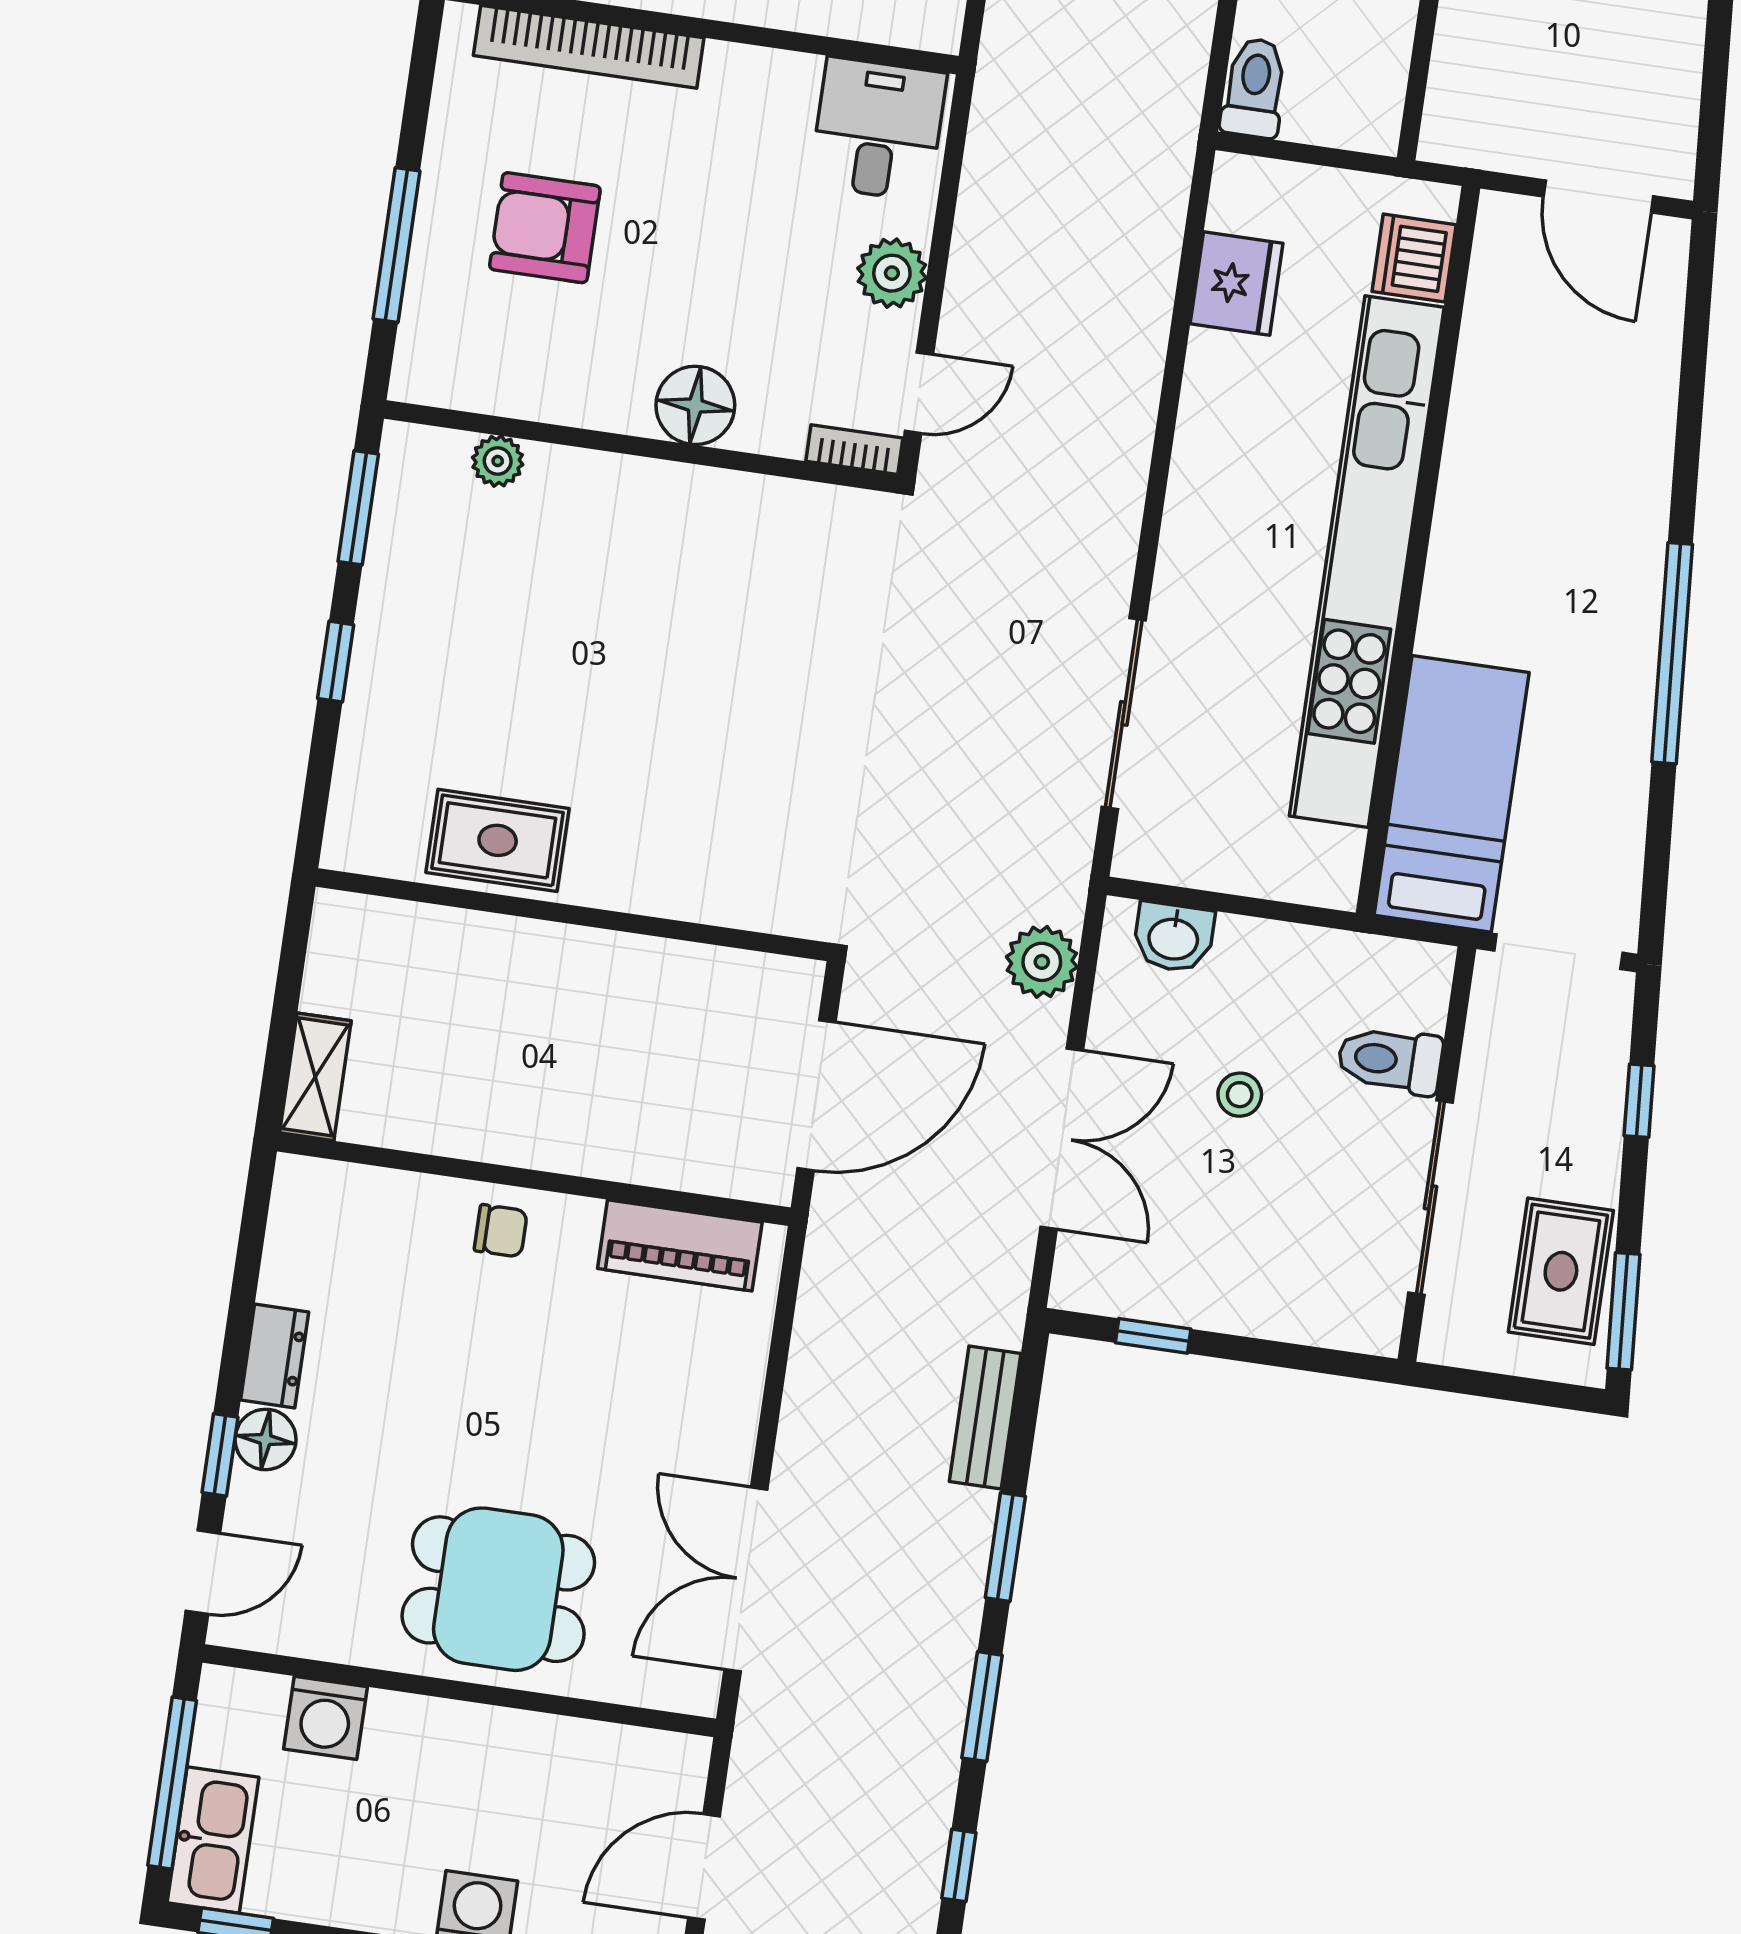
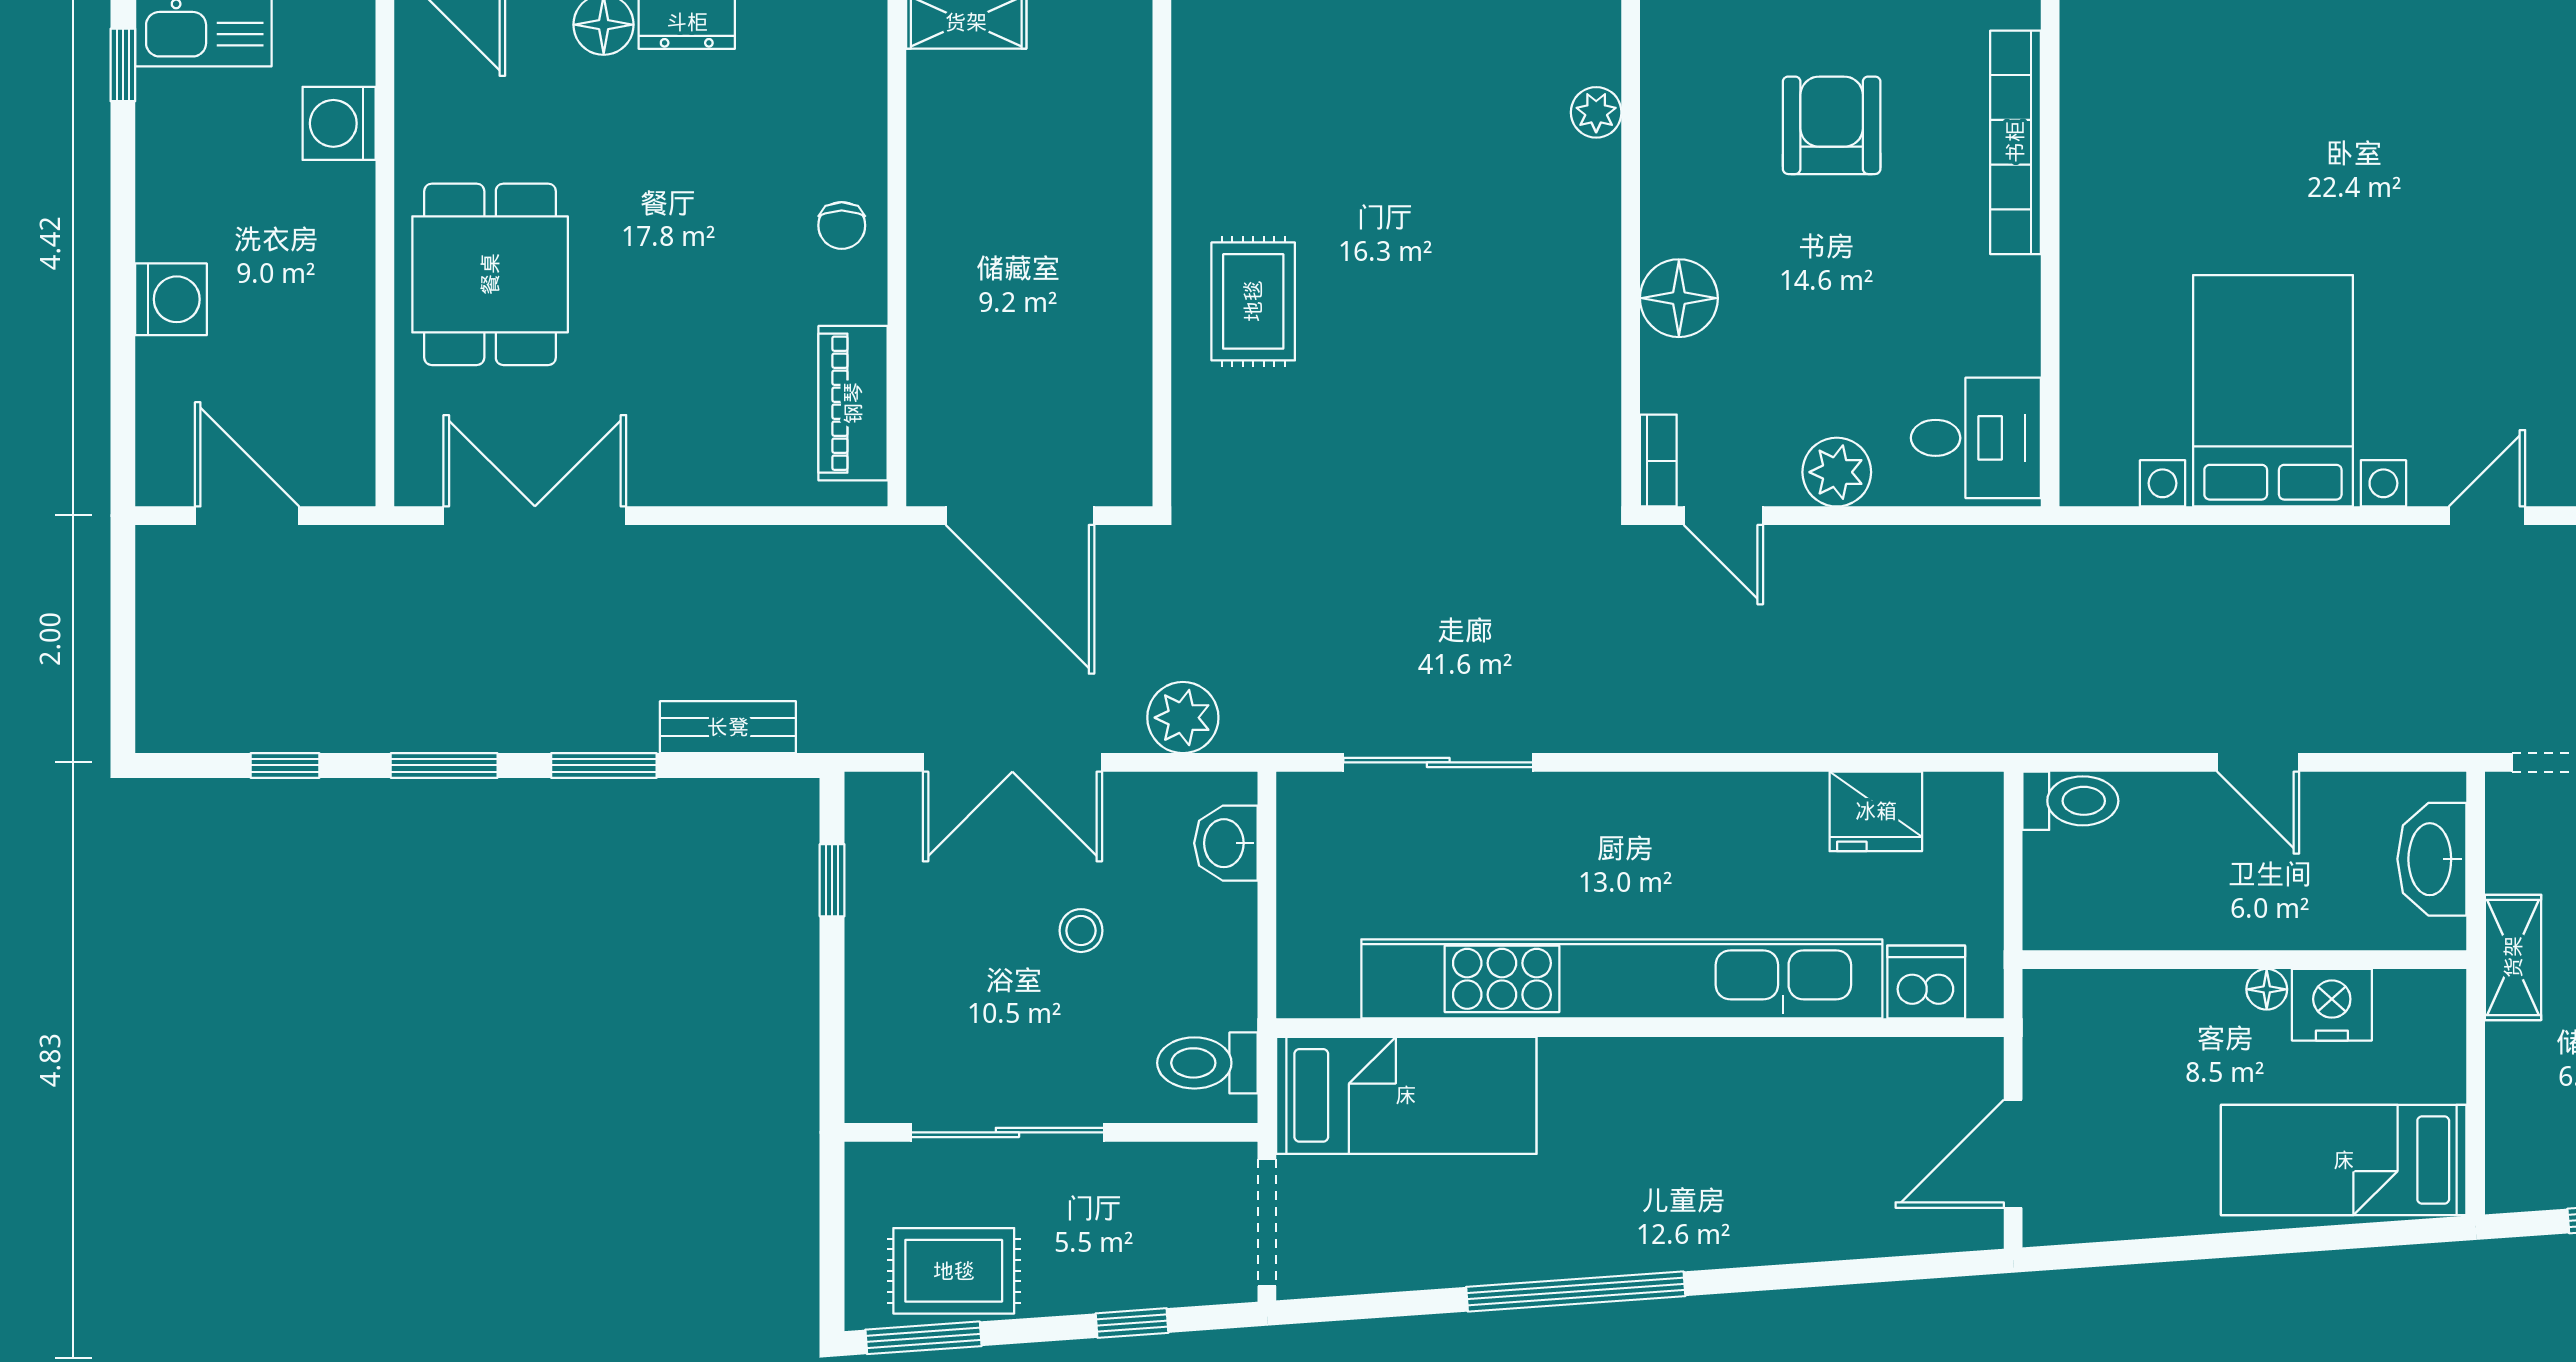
rug: (498, 840) -> (1253, 301), moved
toilet: (1390, 1060) -> (1207, 1063), moved, turned -90

